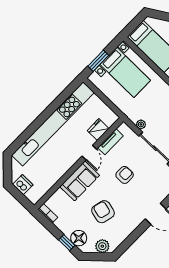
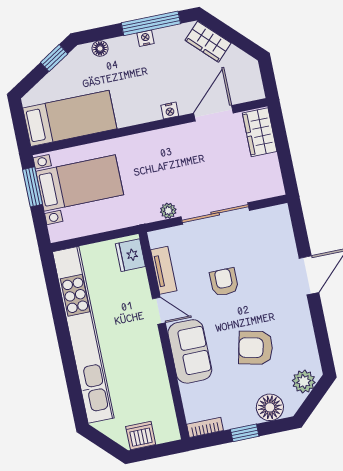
window: (98, 61) -> (33, 187), moved
fridge: (98, 130) -> (130, 255), moved
window: (67, 243) -> (245, 433), moved

